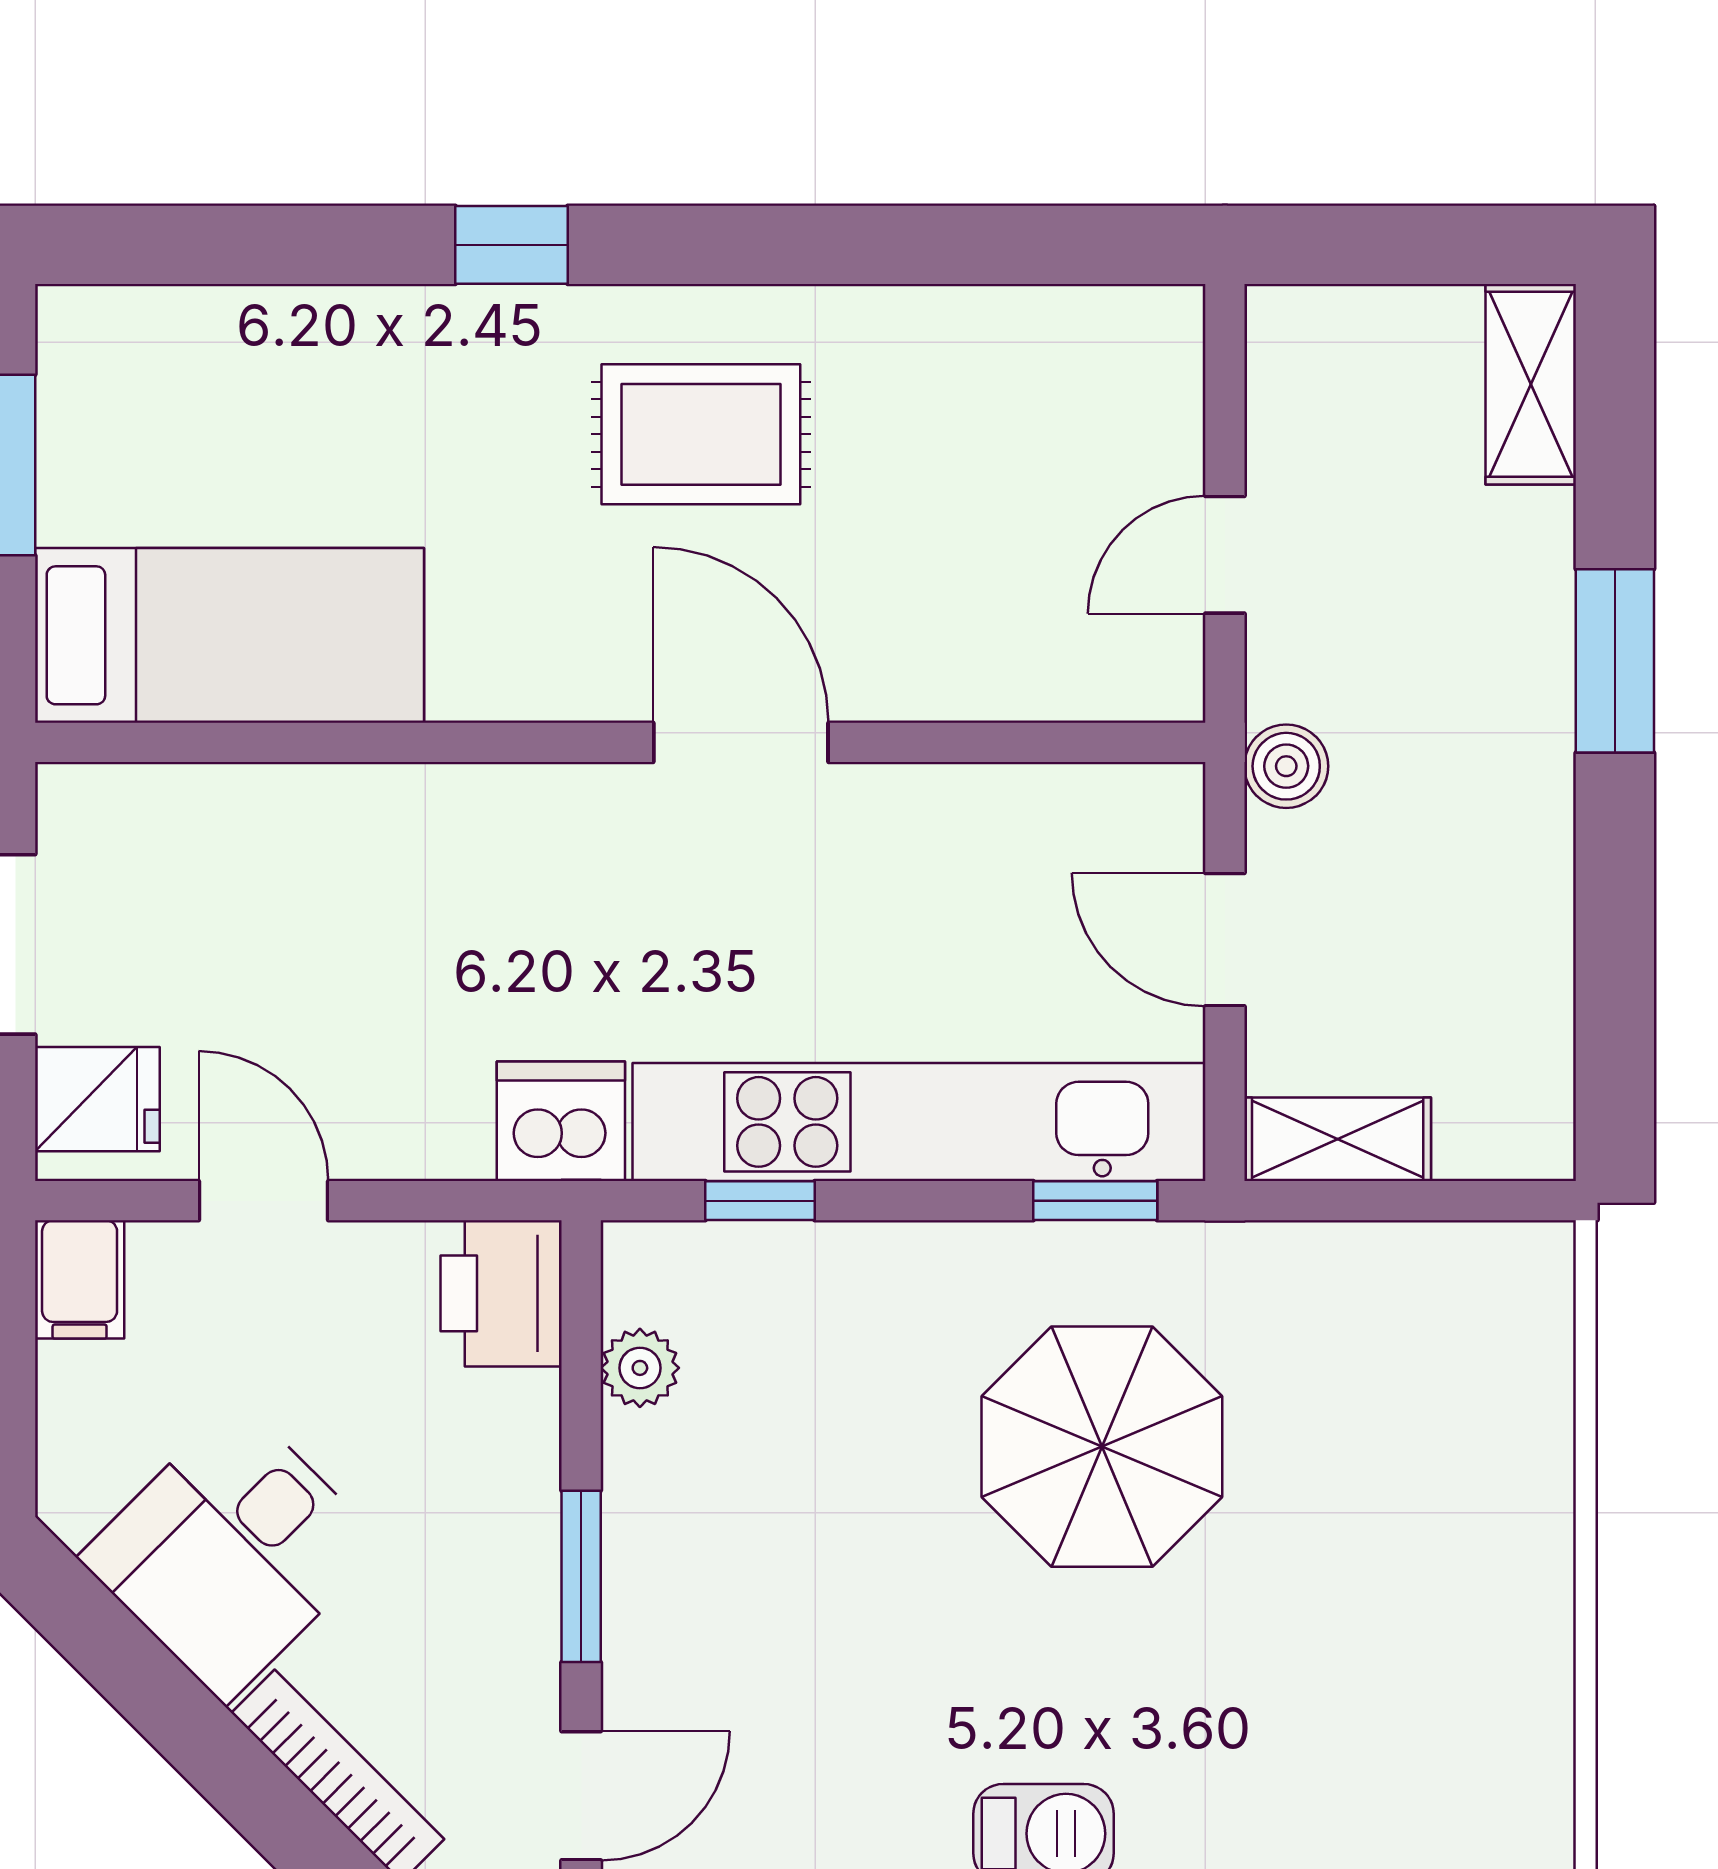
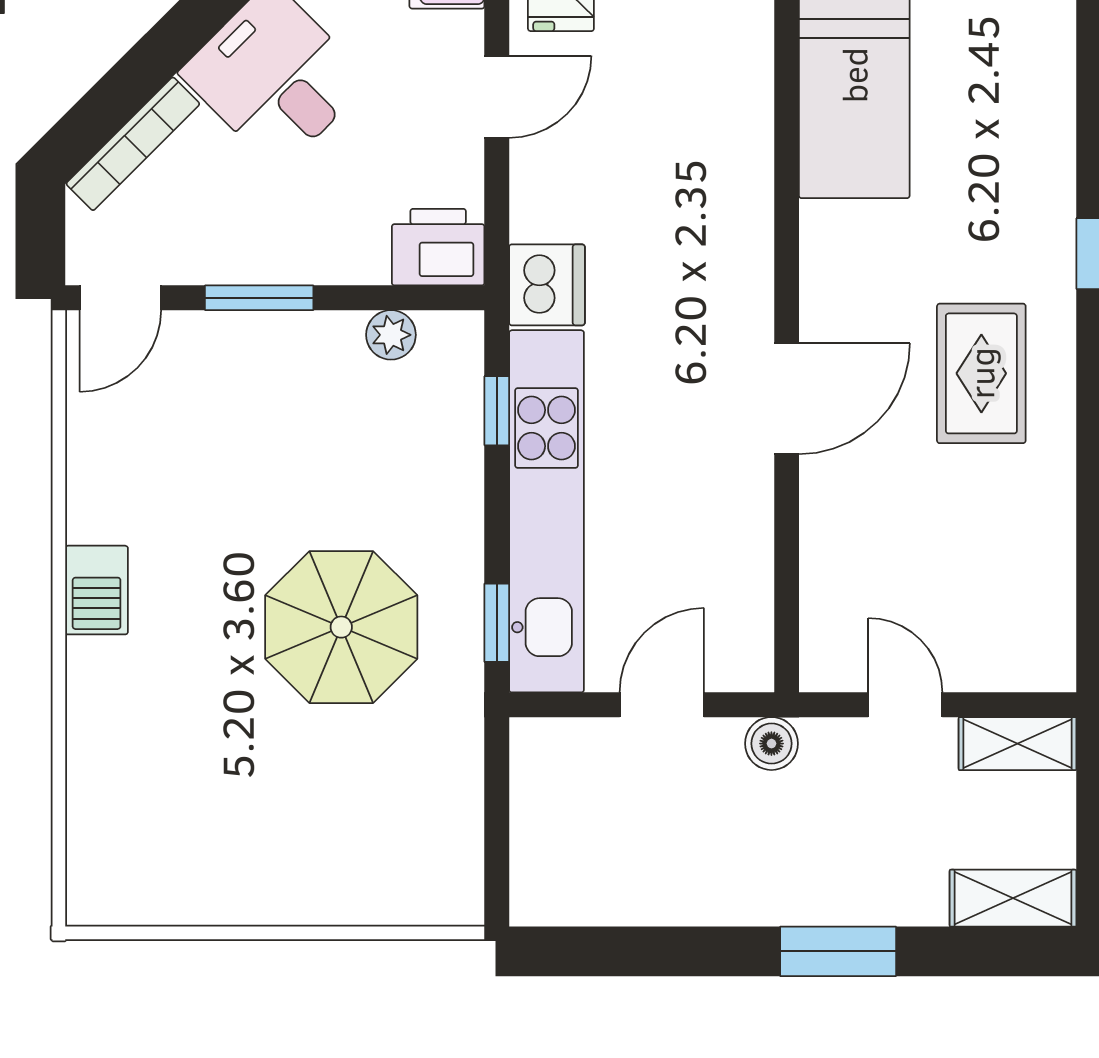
shelving: (1338, 1139) -> (1018, 744), moved, turned 90
door: (581, 1796) -> (120, 298), hinge flipped

